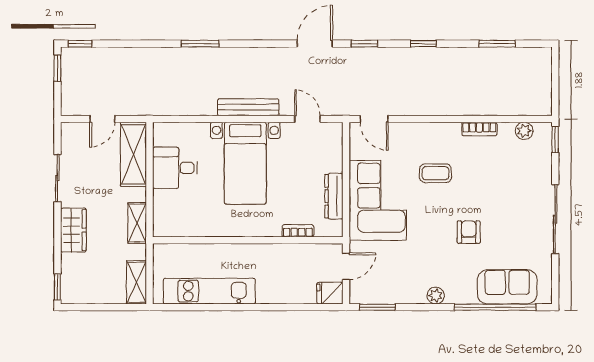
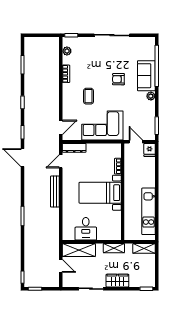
bed with nightstands: (245, 163) -> (100, 193), moved, turned 180
dresser: (334, 196) -> (74, 148), moved
sofa: (507, 287) -> (146, 76), moved

